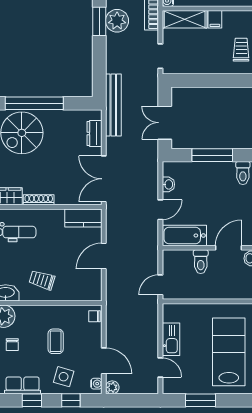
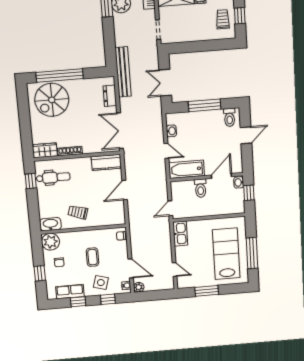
door: (160, 210) -> (166, 151), hinge flipped
kitchen sink: (171, 339) -> (180, 234), moved

